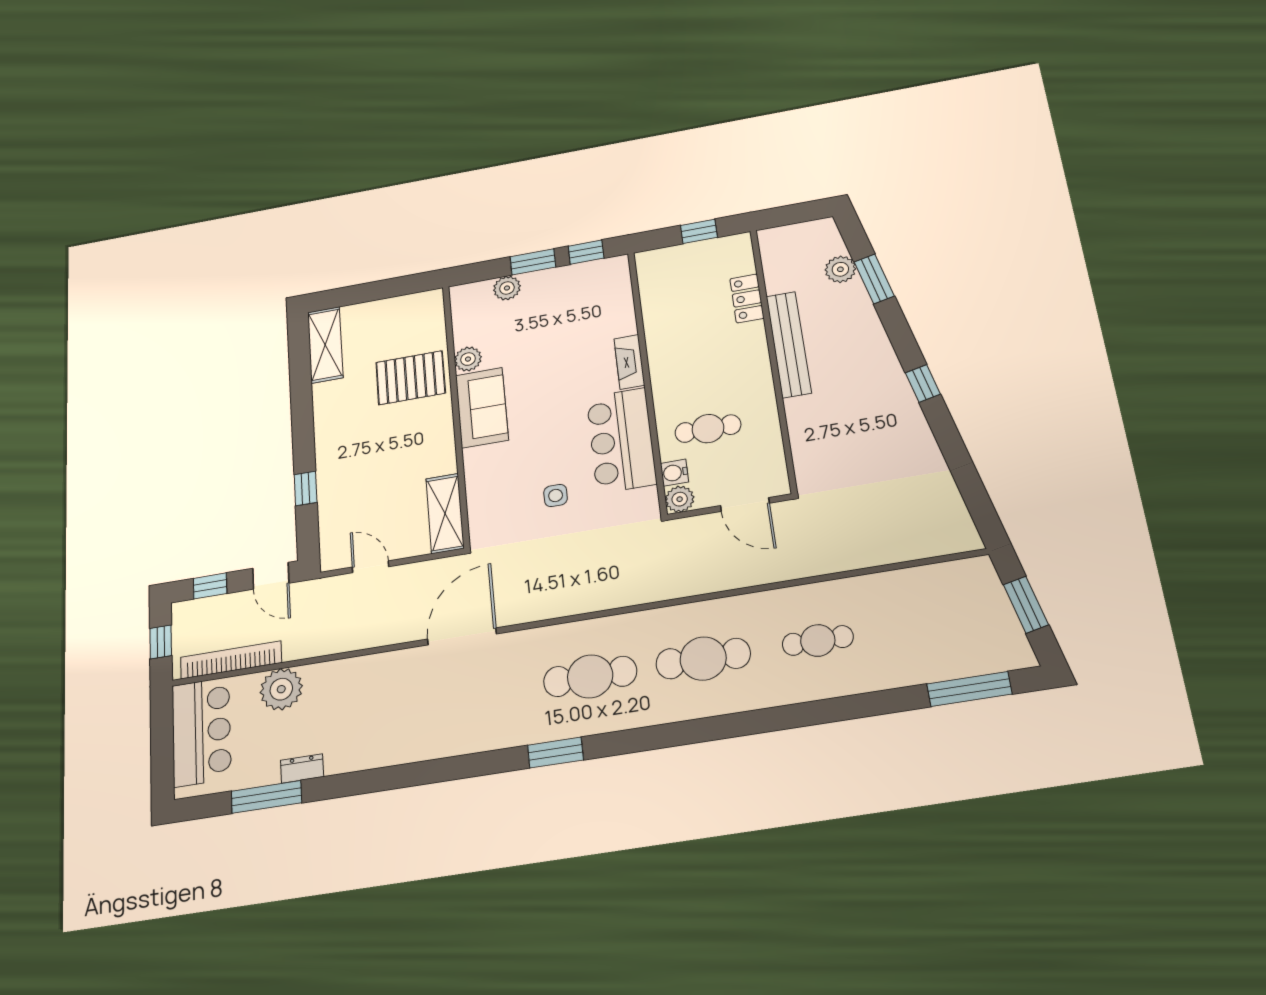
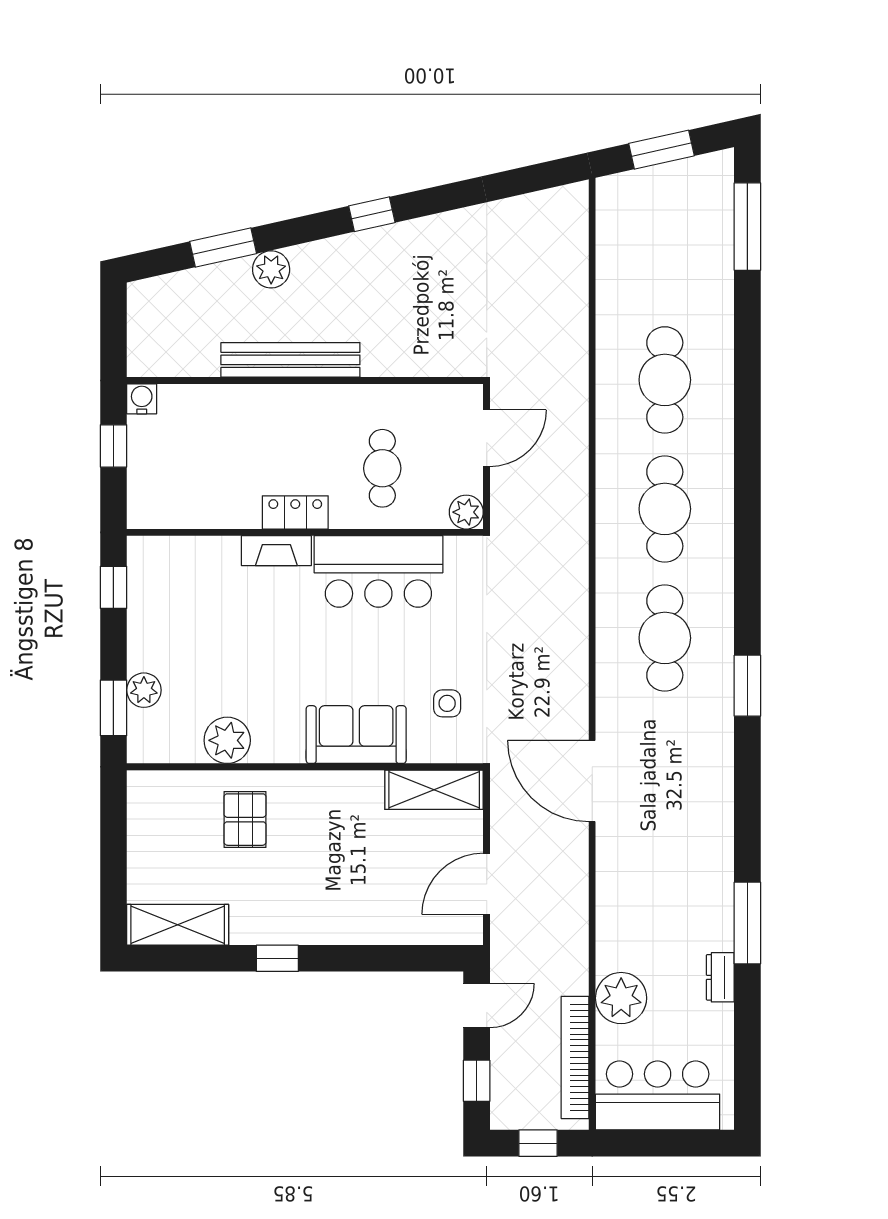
window: (533, 262) -> (113, 708), moved
plant: (840, 269) -> (271, 269), moved
locker: (747, 298) -> (295, 512), moved, turned 180
plant: (468, 359) -> (227, 740), width x1.36, depth x1.36
pallet: (411, 378) -> (245, 820), width x0.67, depth x0.71
sofa: (482, 408) -> (356, 735), moved
water cooler: (674, 473) -> (142, 399), moved, turned 180
window: (306, 488) -> (277, 958), moved
side table: (556, 495) -> (447, 703), moved
door: (370, 567) -> (487, 884), width x1.38
cafe table: (818, 640) -> (665, 380), width x1.37, depth x1.35
window: (266, 797) -> (747, 923), moved

